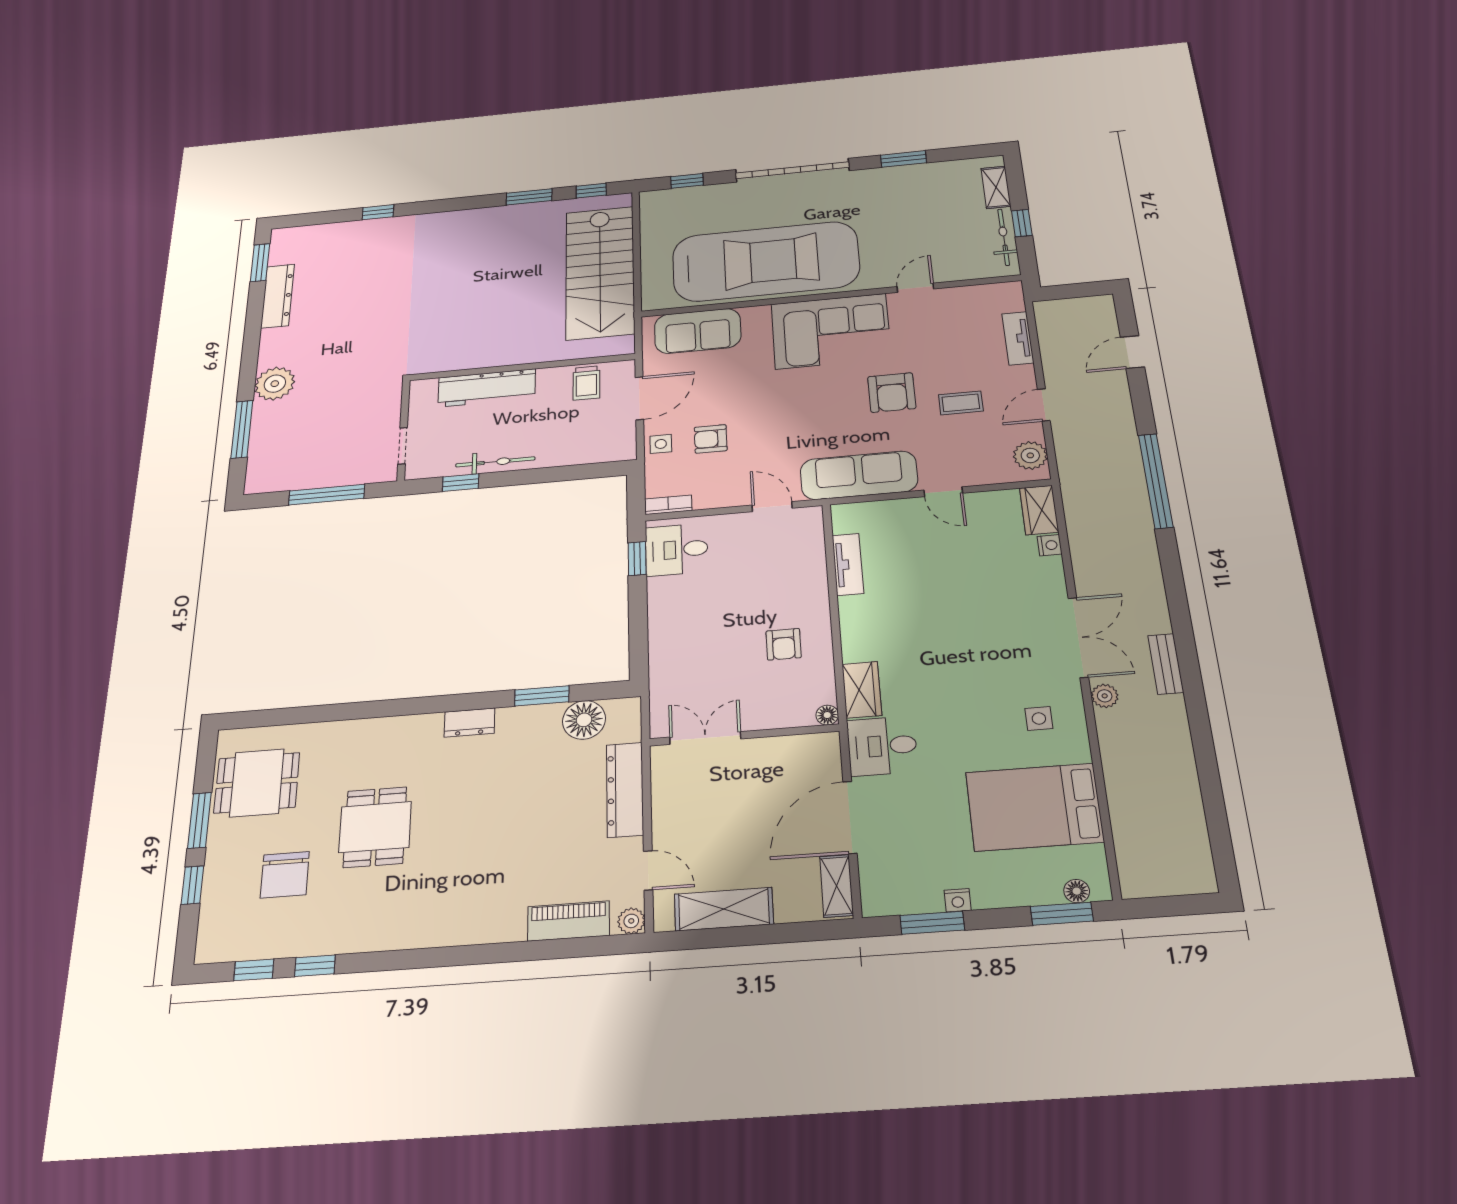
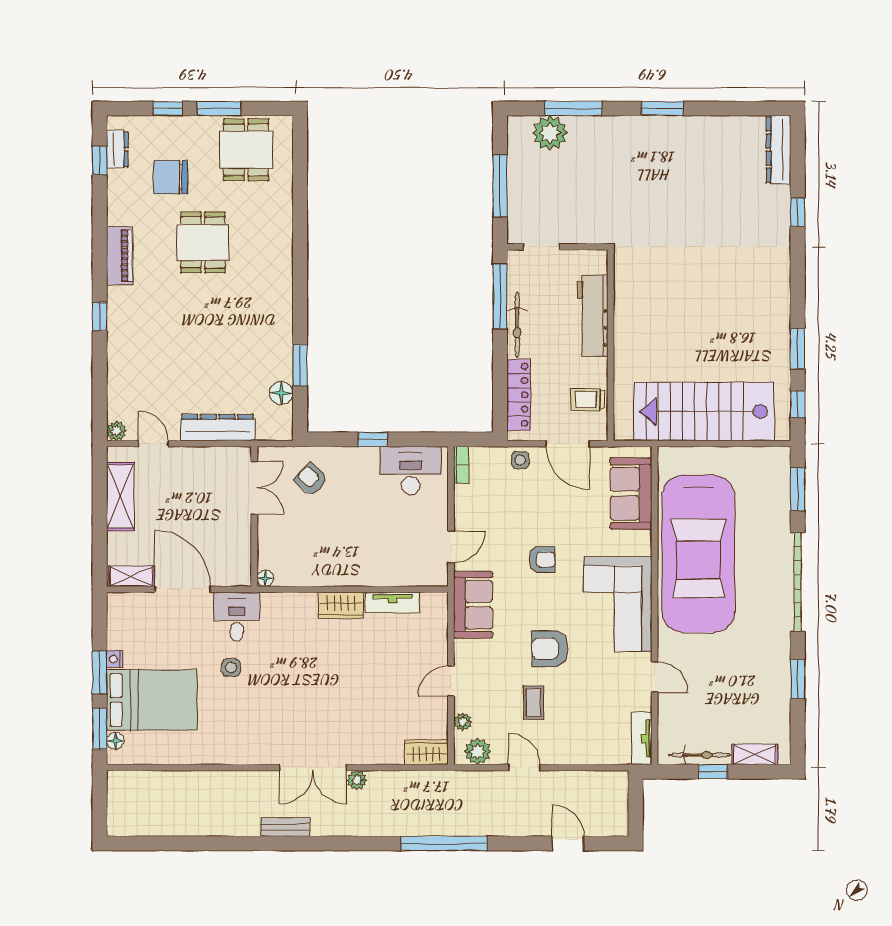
window: (687, 181) -> (798, 489), width x1.50
window: (260, 263) -> (663, 108), moved
dresser: (278, 296) -> (778, 150), moved, turned 90
tv unit: (1018, 338) -> (642, 738), moved, turned -90
plant: (275, 384) -> (550, 133), moved
armchair: (711, 439) -> (542, 559), moved, turned 90
locker: (581, 453) -> (519, 395), added
plant: (994, 474) -> (463, 722), added
sofa: (859, 475) -> (473, 605), width x0.73
window: (461, 483) -> (500, 297), width x2.17
nightstand: (1050, 545) -> (394, 756), removed
desk: (677, 550) -> (411, 471), width x1.37
window: (637, 558) -> (373, 439), moved
armchair: (784, 644) -> (311, 479), moved, turned 43
wardrobe: (862, 690) -> (341, 605), moved
plant: (1105, 696) -> (357, 780), moved
side table: (1039, 718) -> (231, 667), moved
floor lamp: (584, 720) -> (281, 393), width x0.73, depth x0.73
dresser: (469, 723) -> (117, 149), moved, turned 180
bed: (1034, 807) -> (152, 700), moved, turned 90
dining table: (375, 827) -> (203, 242), turned 90
door: (648, 870) -> (153, 444), swing flipped
piano: (568, 921) -> (120, 256), moved
window: (932, 923) -> (100, 672), moved
window: (315, 966) -> (100, 317), moved

